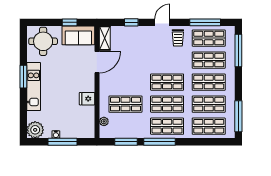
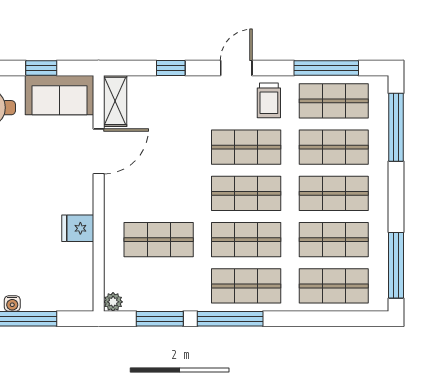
shop shelf: (167, 60) -> (246, 147), added
plant: (104, 121) -> (113, 302), moved

